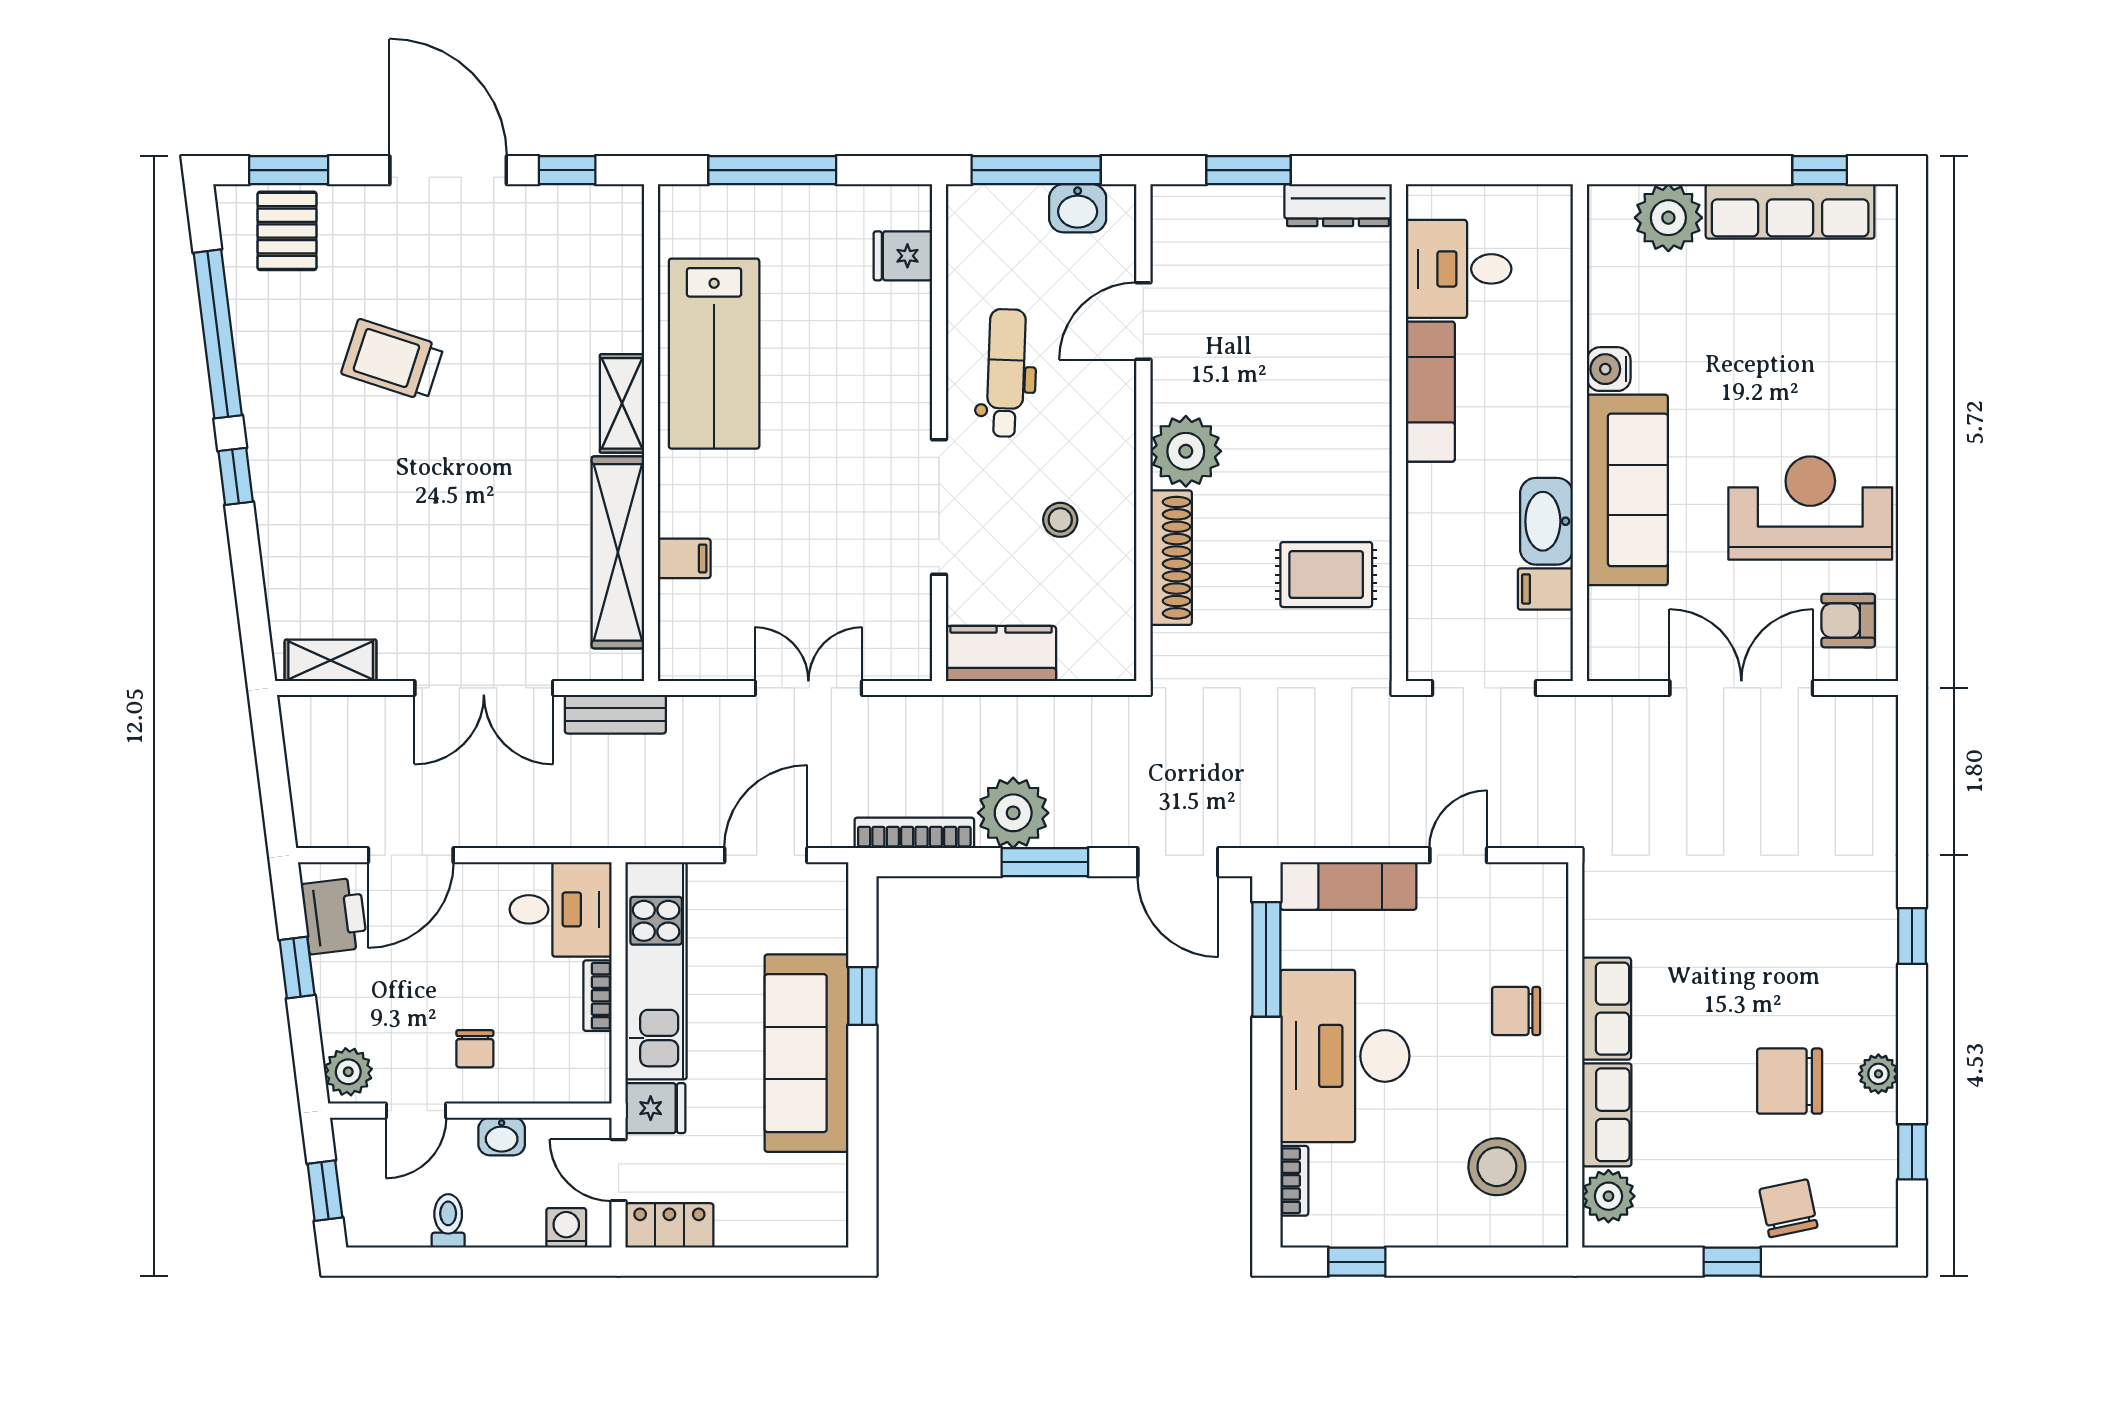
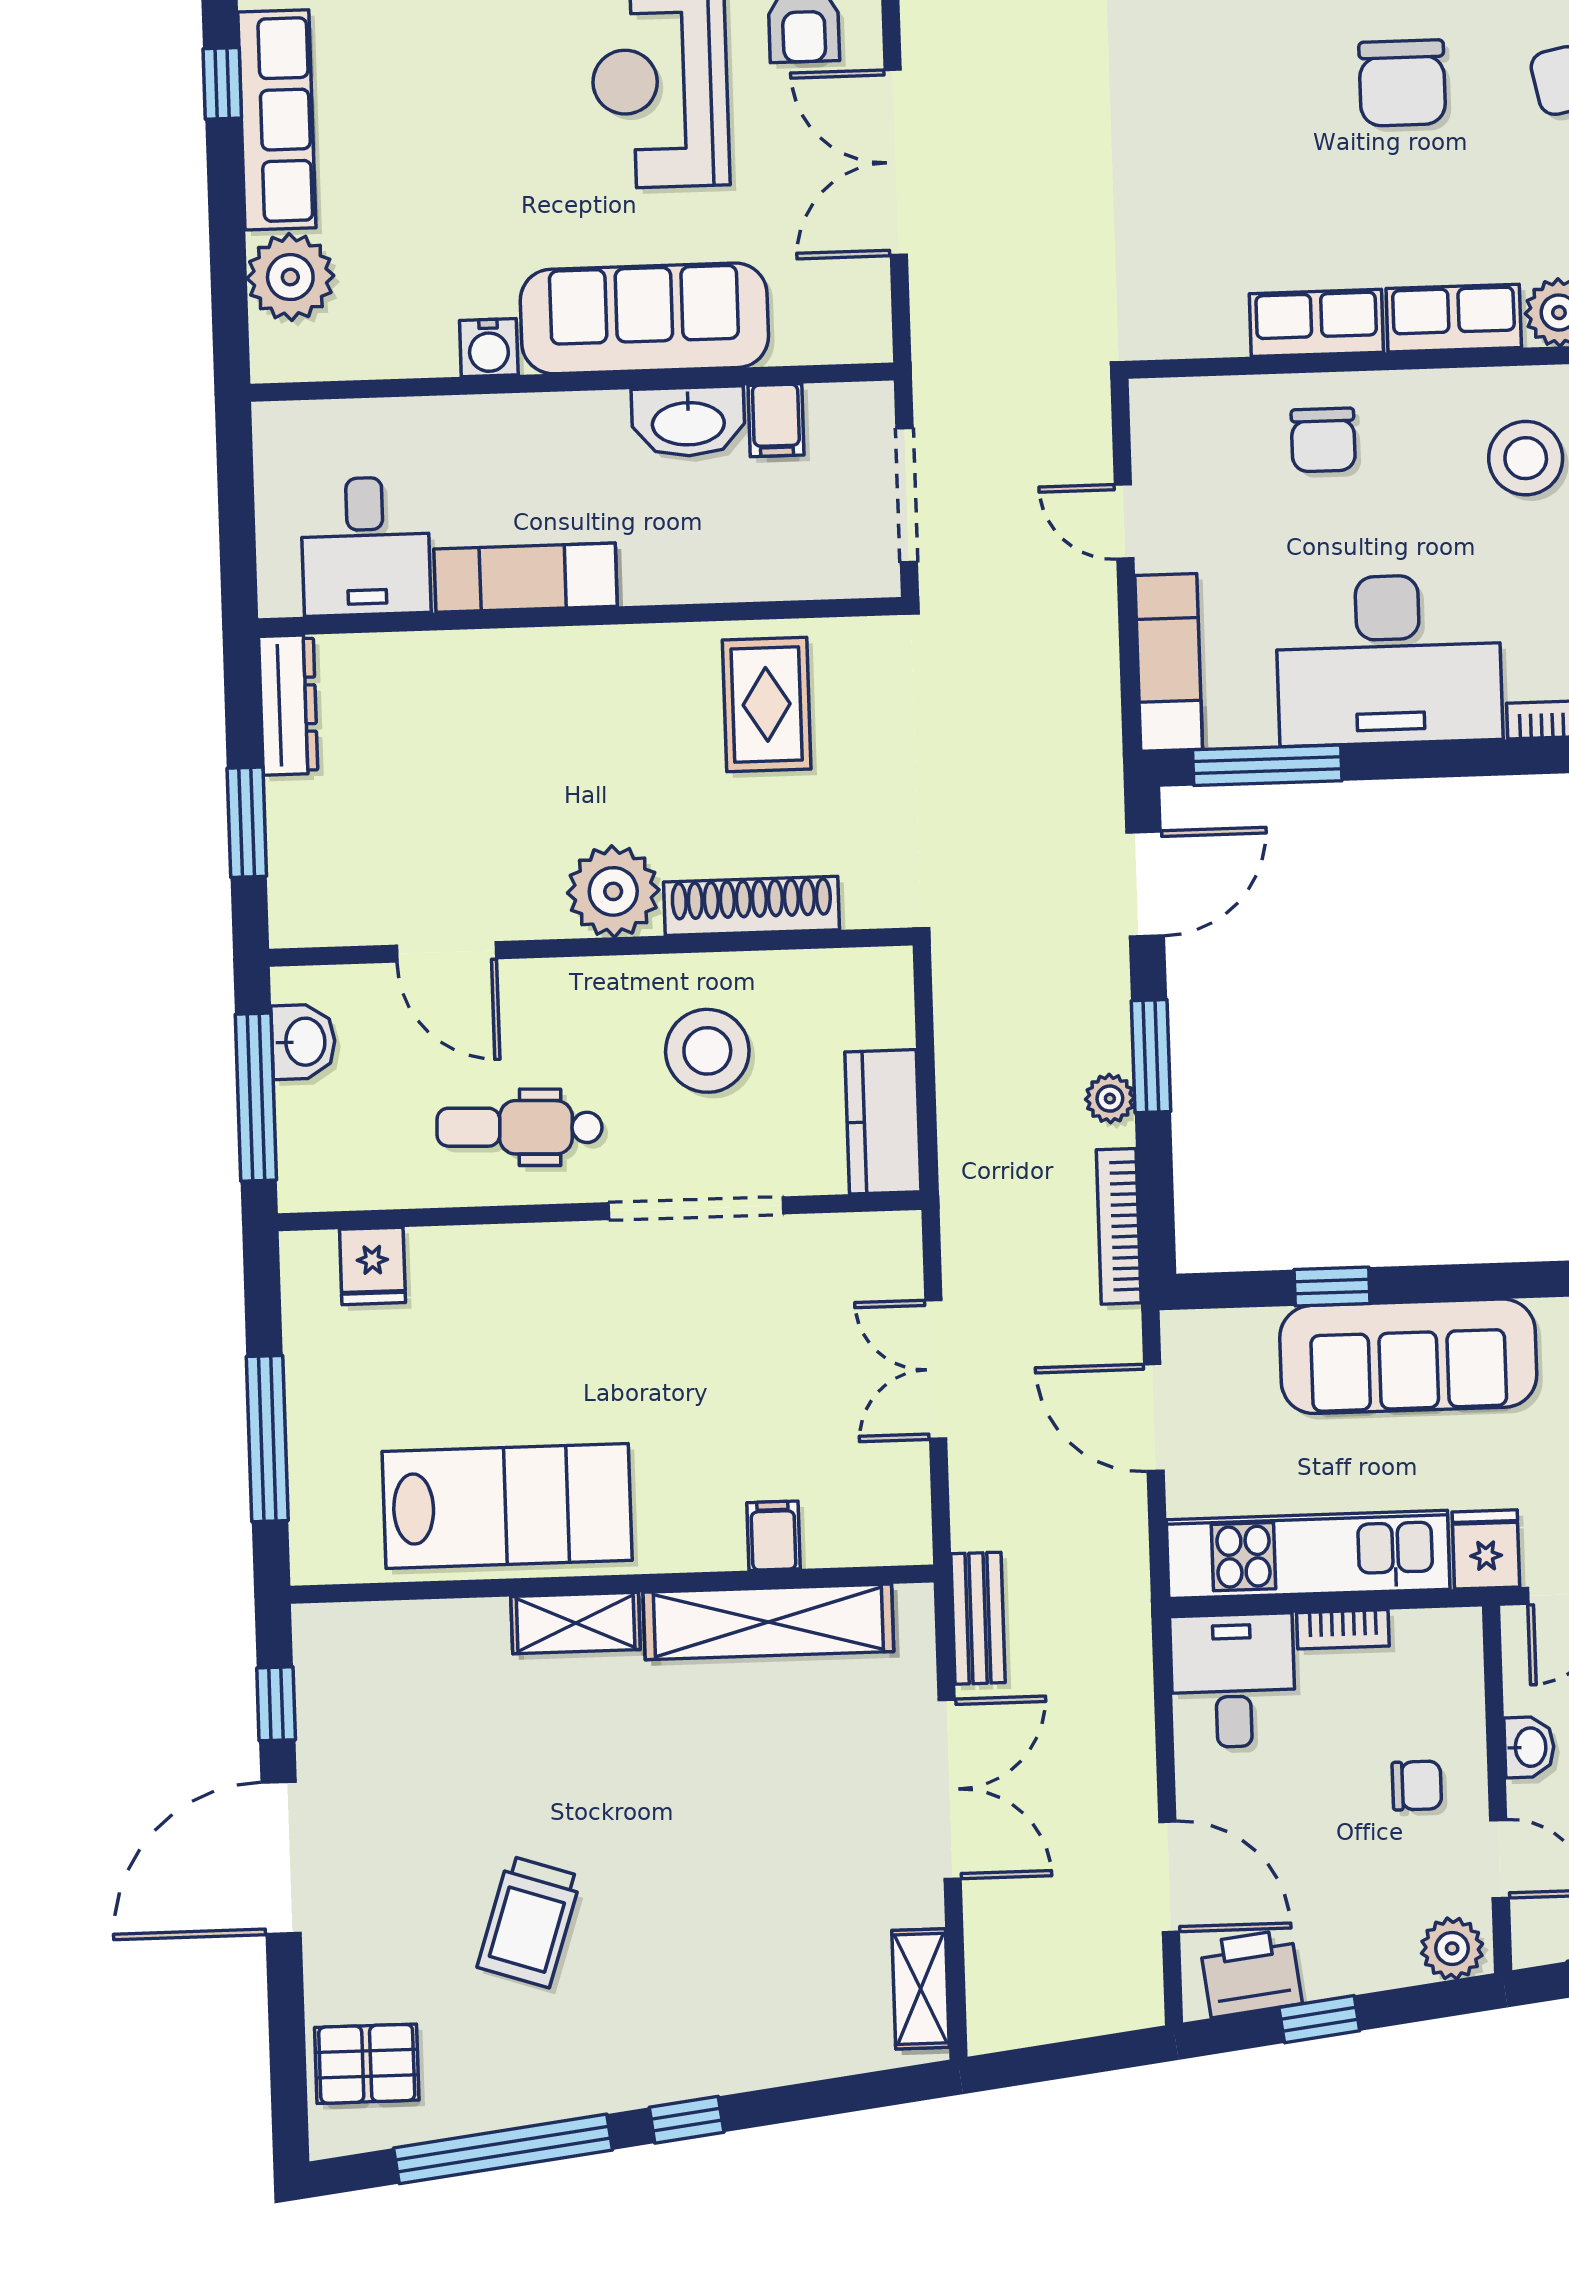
window: (289, 170) -> (288, 2064), removed
stool: (1060, 520) -> (707, 1051), width x1.89, depth x1.89
plant: (1013, 813) -> (1110, 1099), width x0.53, depth x0.53

